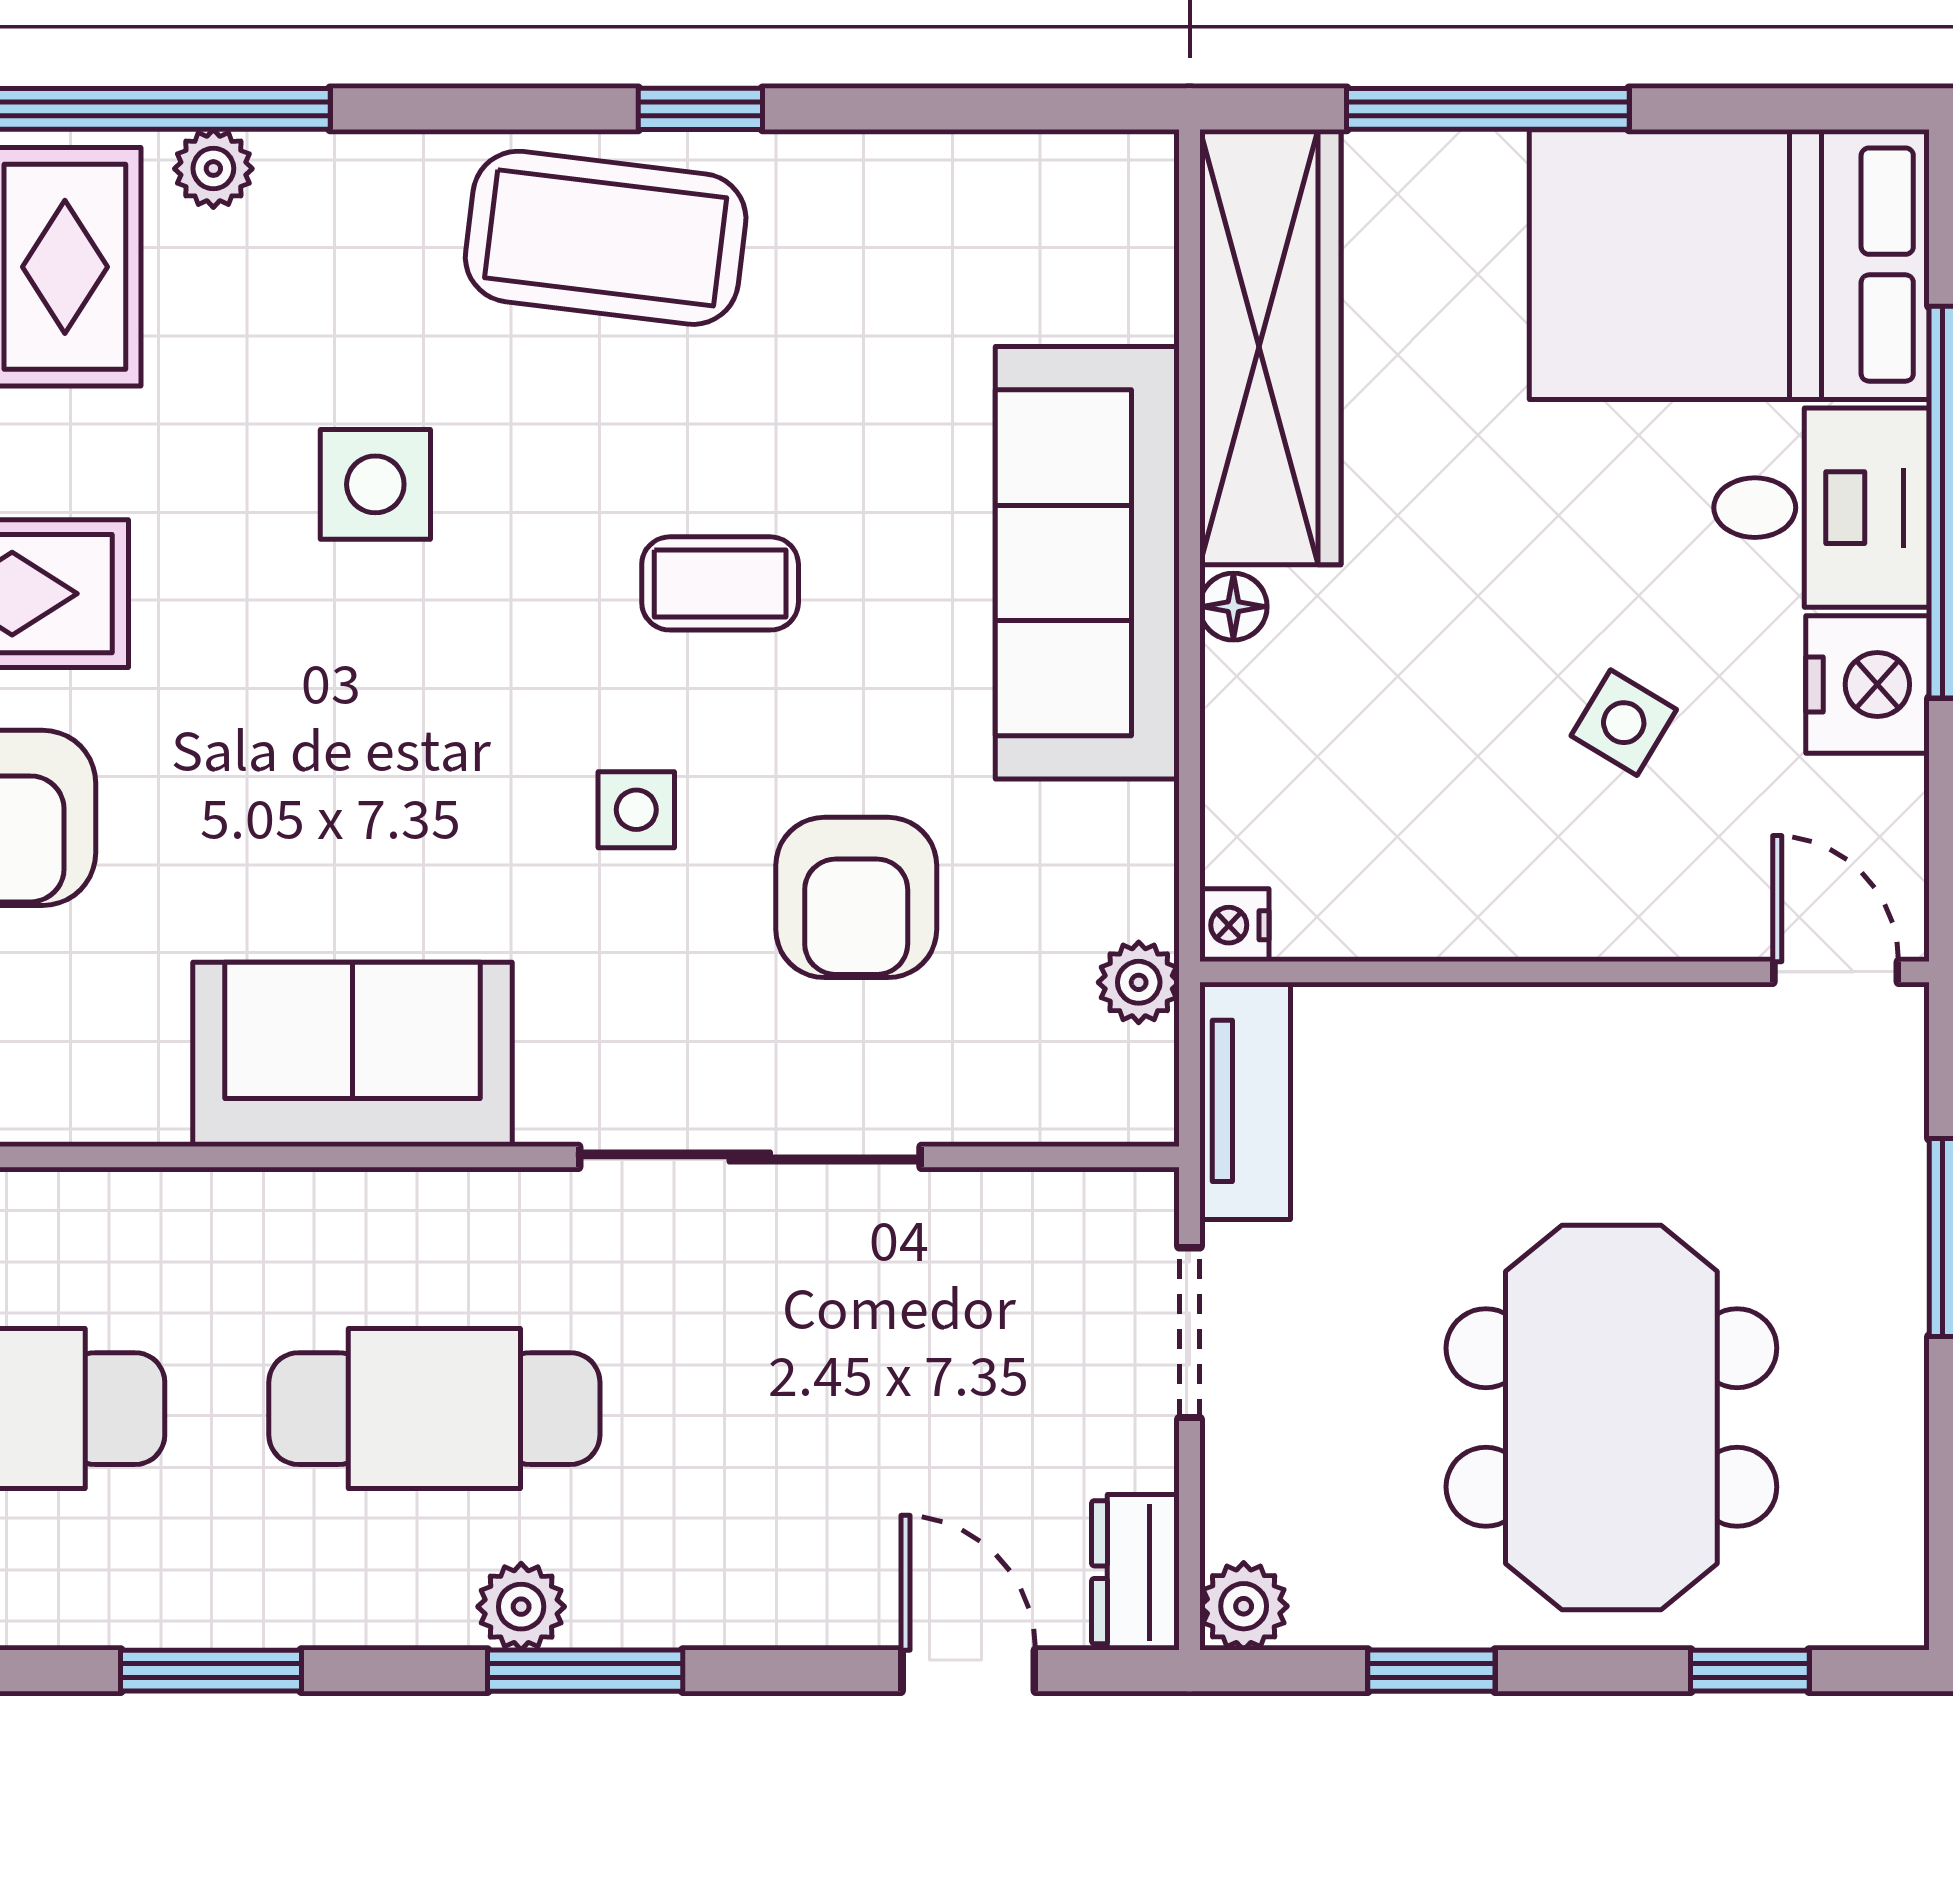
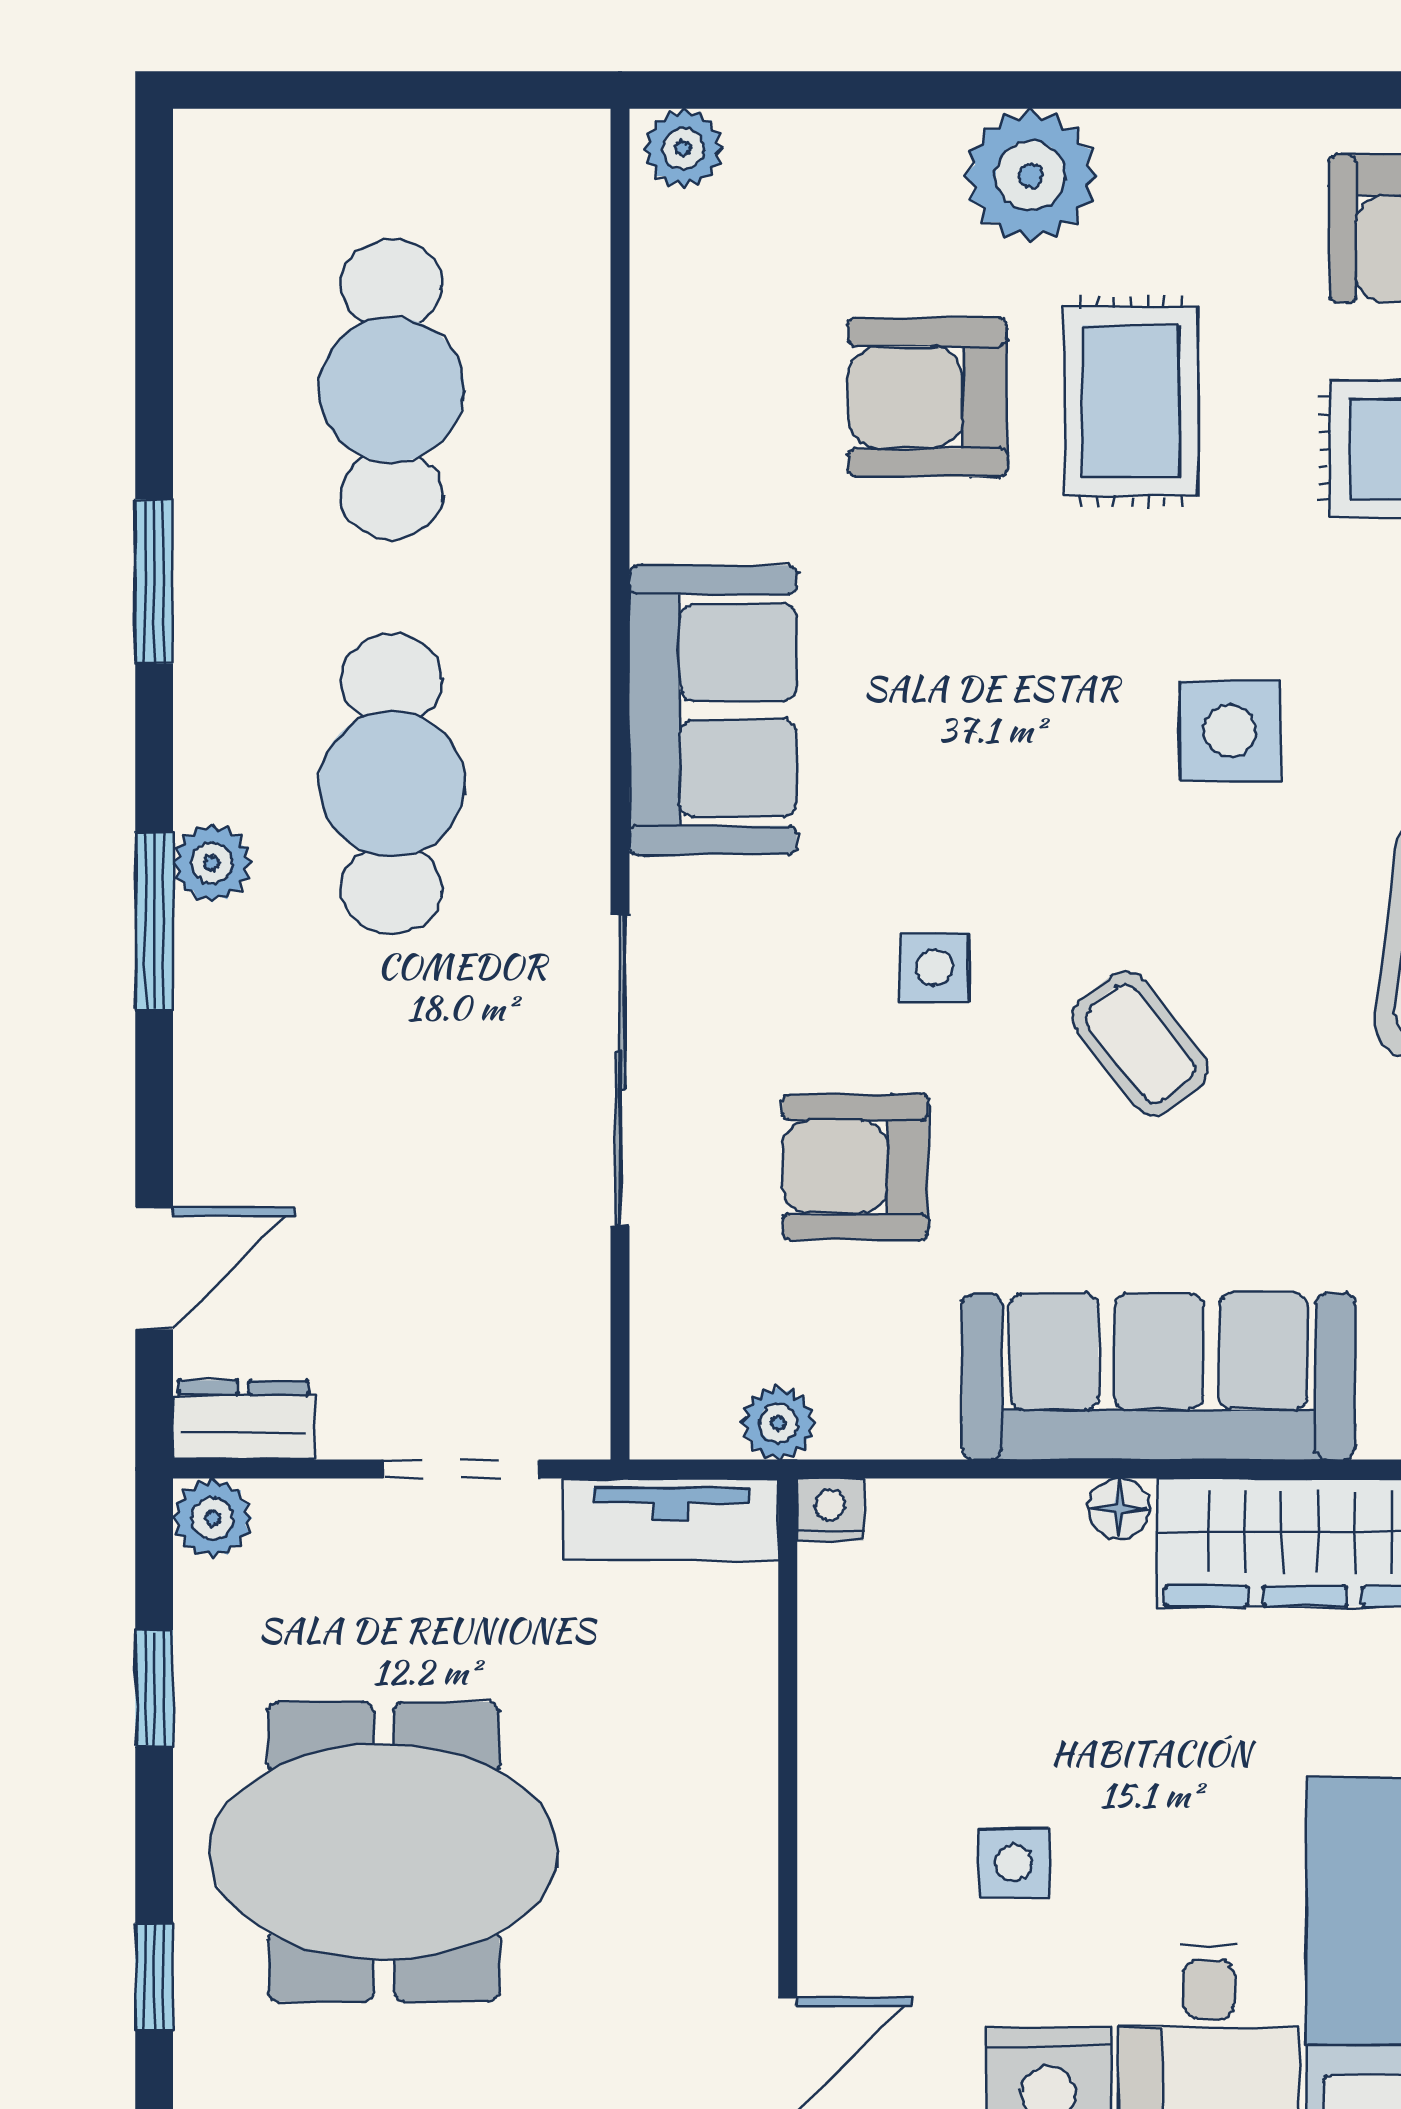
coffee table: (720, 583) -> (1140, 1043), turned -38
side table: (1624, 723) -> (1014, 1863), turned -31

